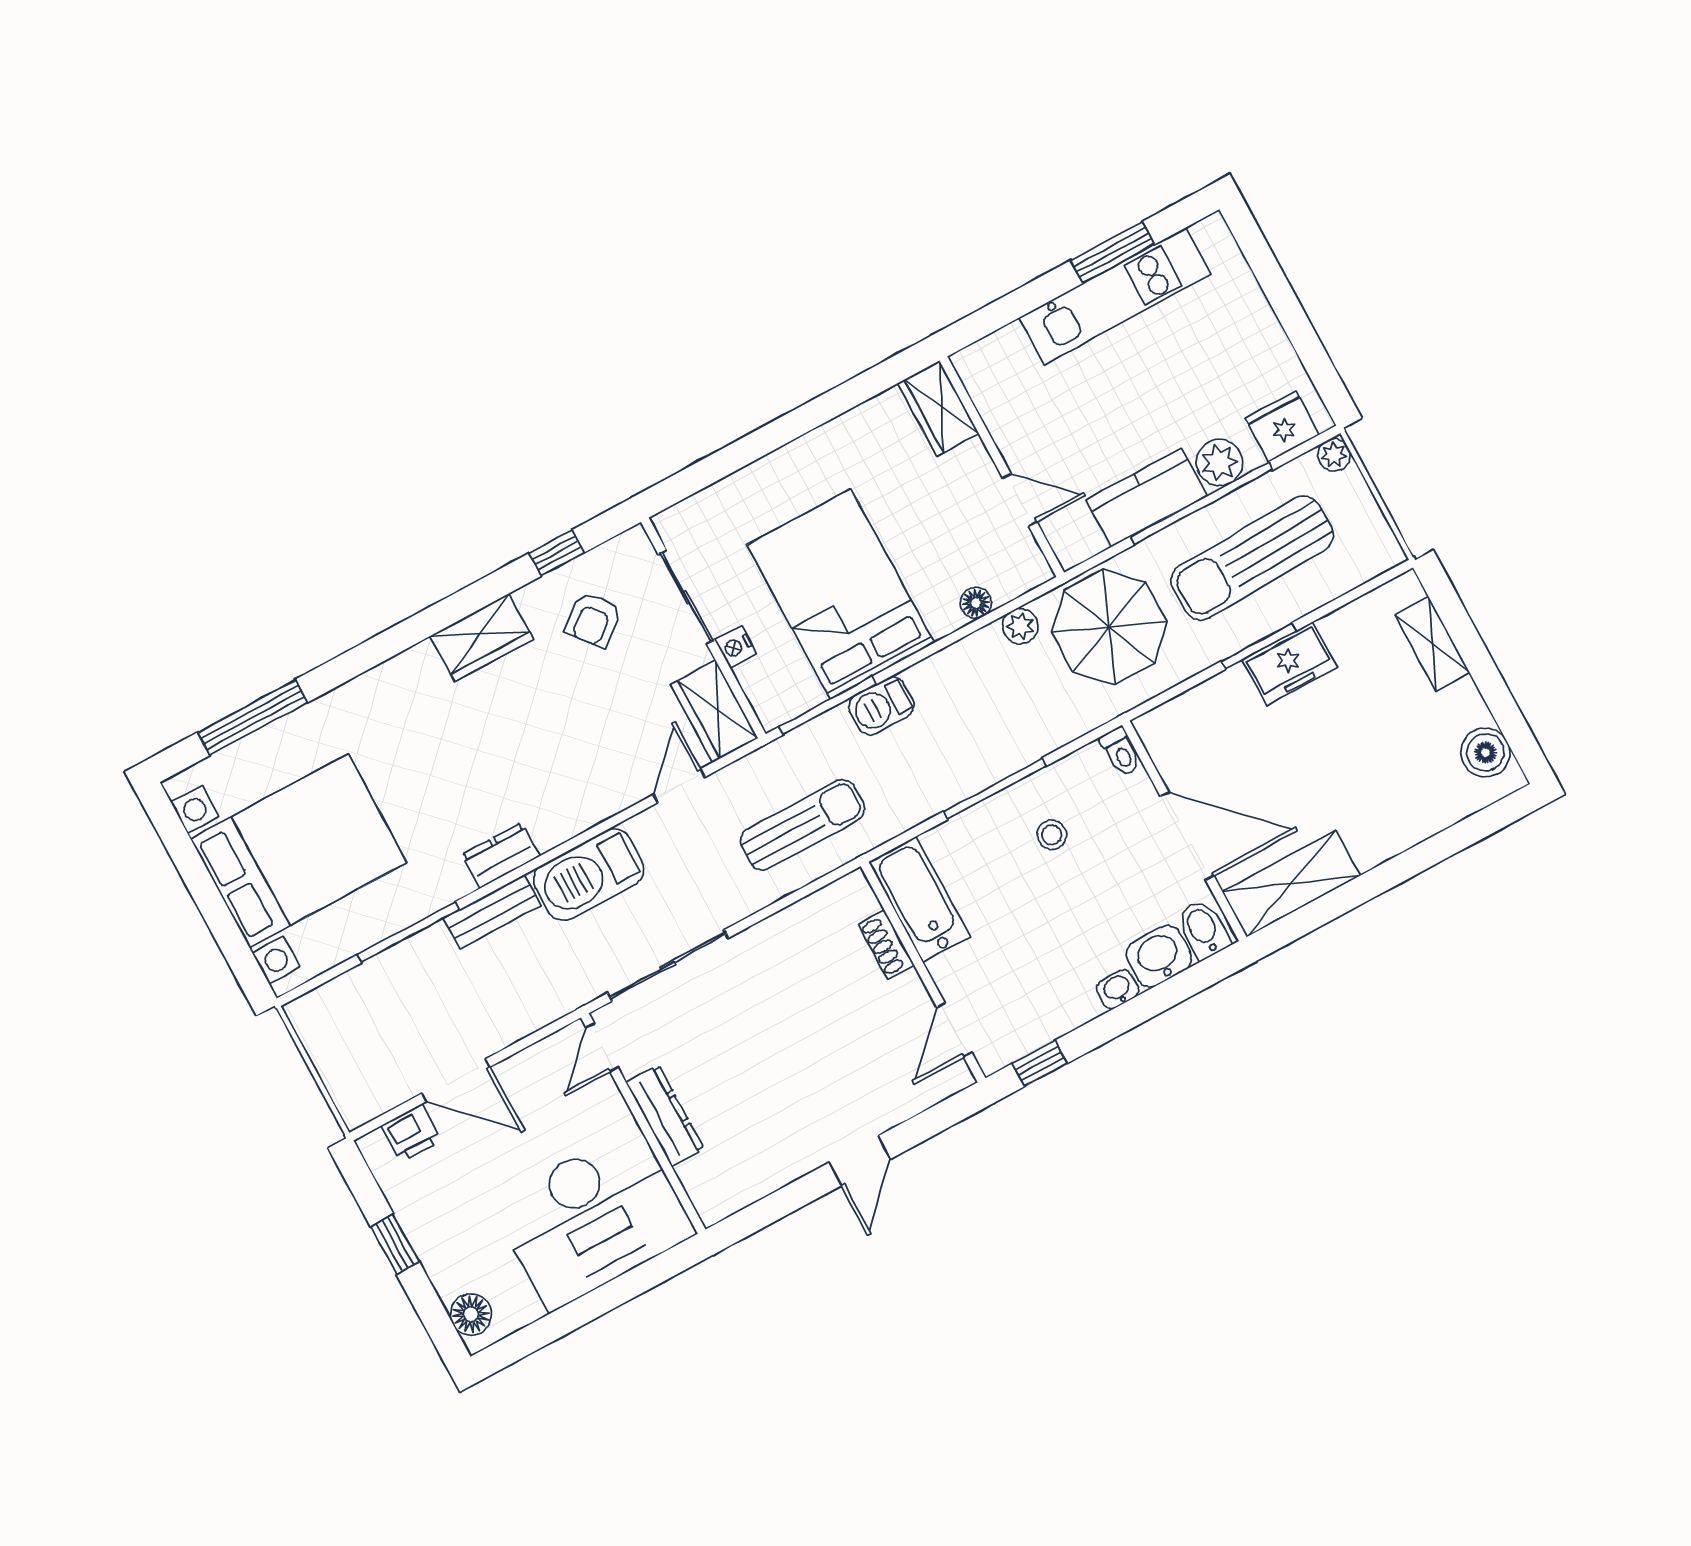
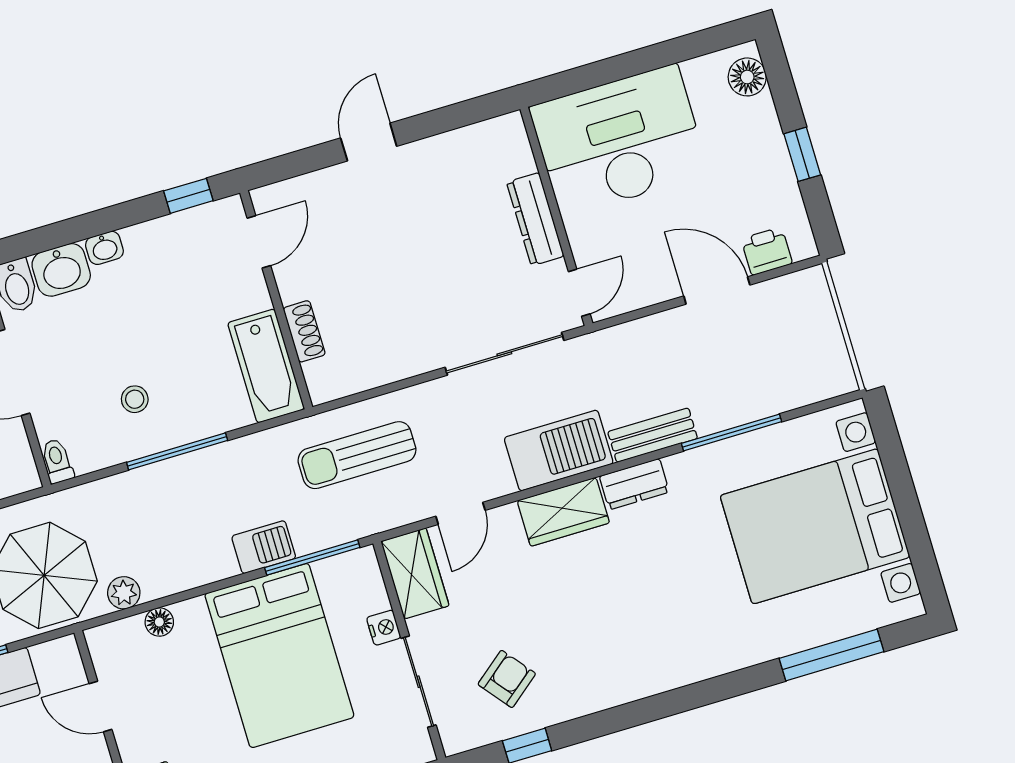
wardrobe: (482, 638) -> (563, 512), moved, turned 180

